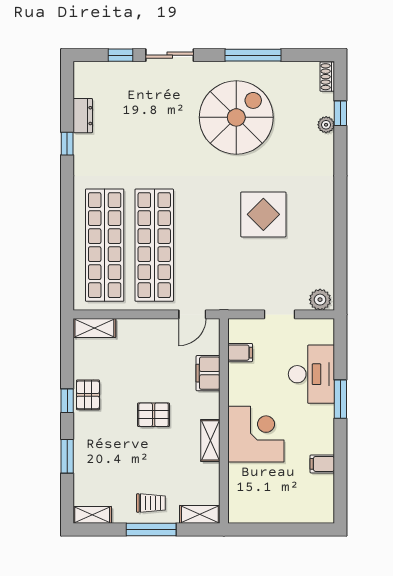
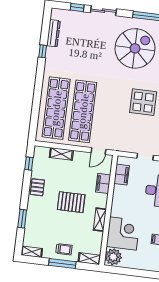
dresser: (83, 116) -> (53, 33), width x1.44
shelving: (94, 328) -> (61, 154), moved
filing cabinet: (240, 353) -> (122, 175), width x2.00
window: (67, 401) -> (29, 164), moved
pallet: (154, 415) -> (71, 202), width x1.50, depth x1.42
corner desk: (256, 434) -> (123, 233), moved
plant: (243, 506) -> (113, 257), added

